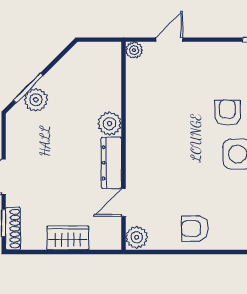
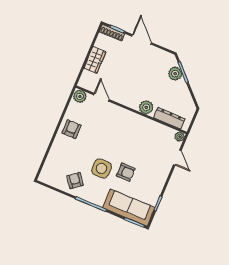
dresser: (111, 163) -> (169, 118), moved

